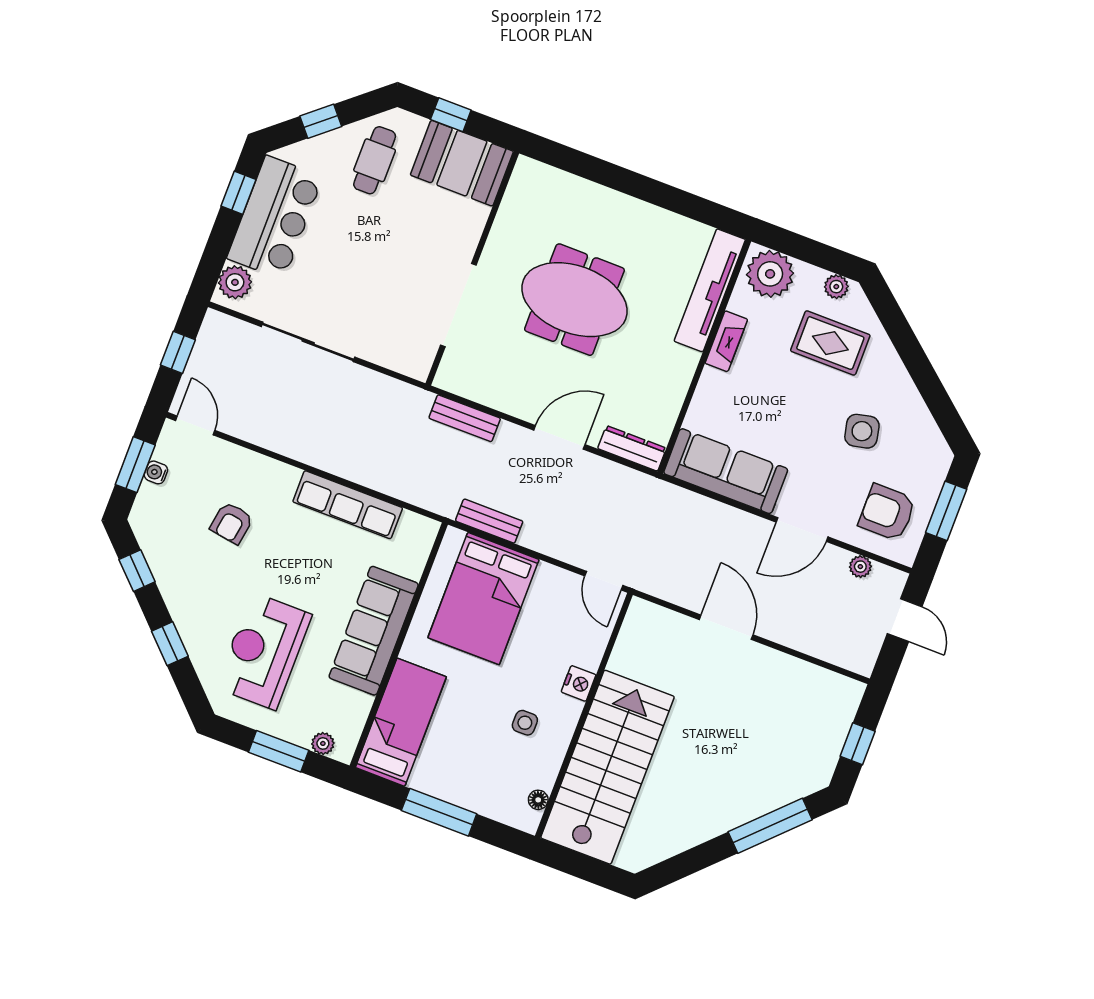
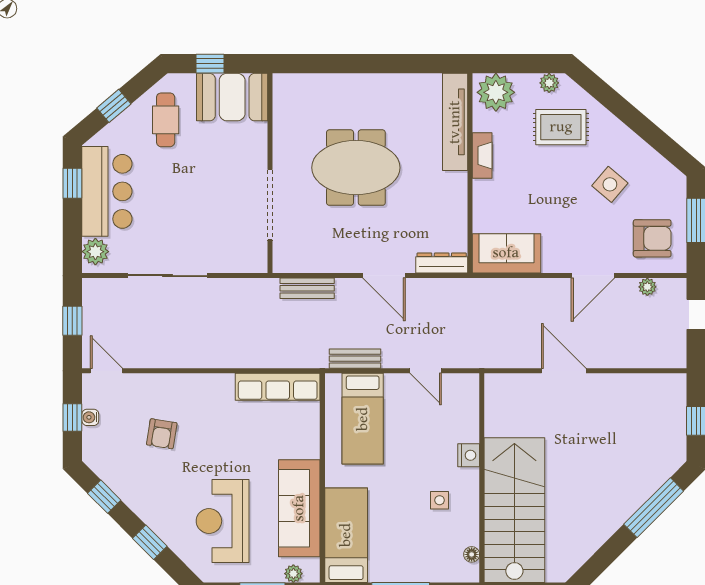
side table: (862, 431) -> (610, 184), turned -38
door: (559, 437) -> (384, 276), swing flipped
window: (135, 465) -> (72, 417), width x0.67
sofa: (726, 471) -> (506, 253), width x0.73
row of seats: (348, 505) -> (278, 387), moved
armchair: (887, 512) -> (652, 238), turned 180
door: (604, 581) -> (426, 371), moved
bed: (483, 599) -> (363, 419), width x0.67
sofa: (374, 631) -> (299, 508), moved

